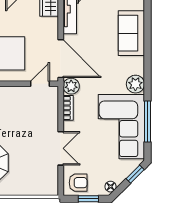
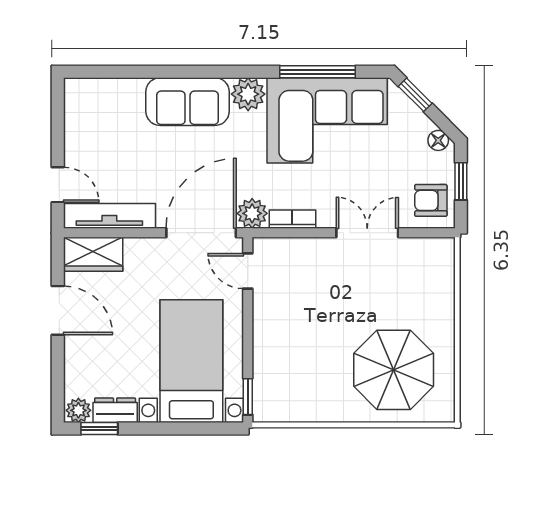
sofa: (131, 33) -> (188, 102), moved
armchair: (78, 183) -> (431, 200), turned -90

